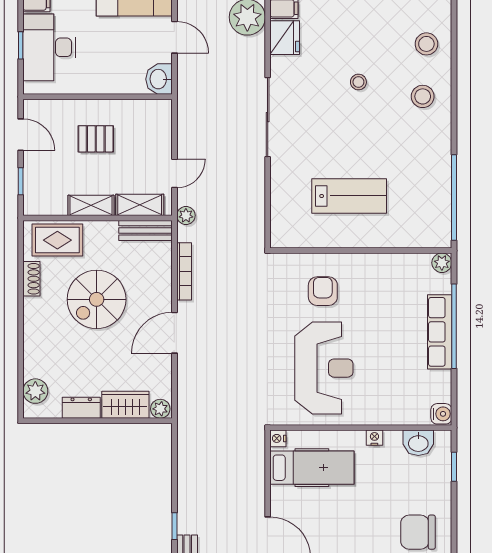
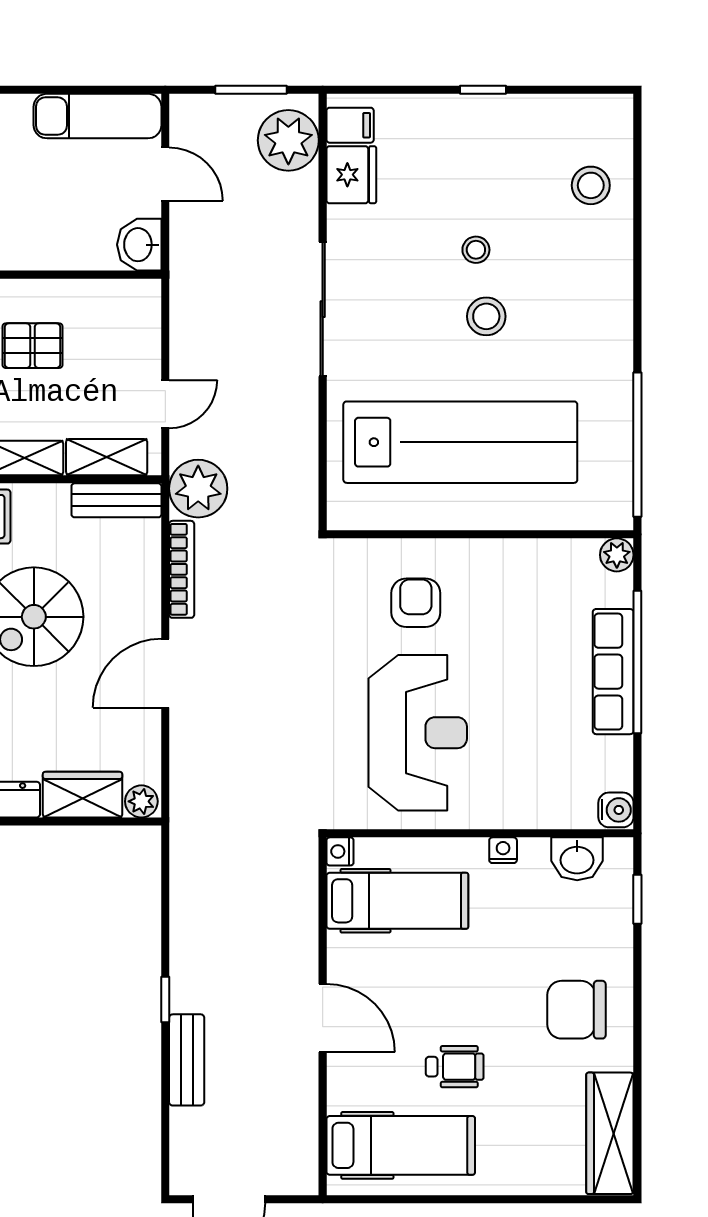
stool: (423, 96) -> (486, 316), moved
lab bench: (349, 196) -> (460, 442), width x1.86, depth x1.39
plant: (186, 215) -> (198, 489), width x1.87, depth x1.87

